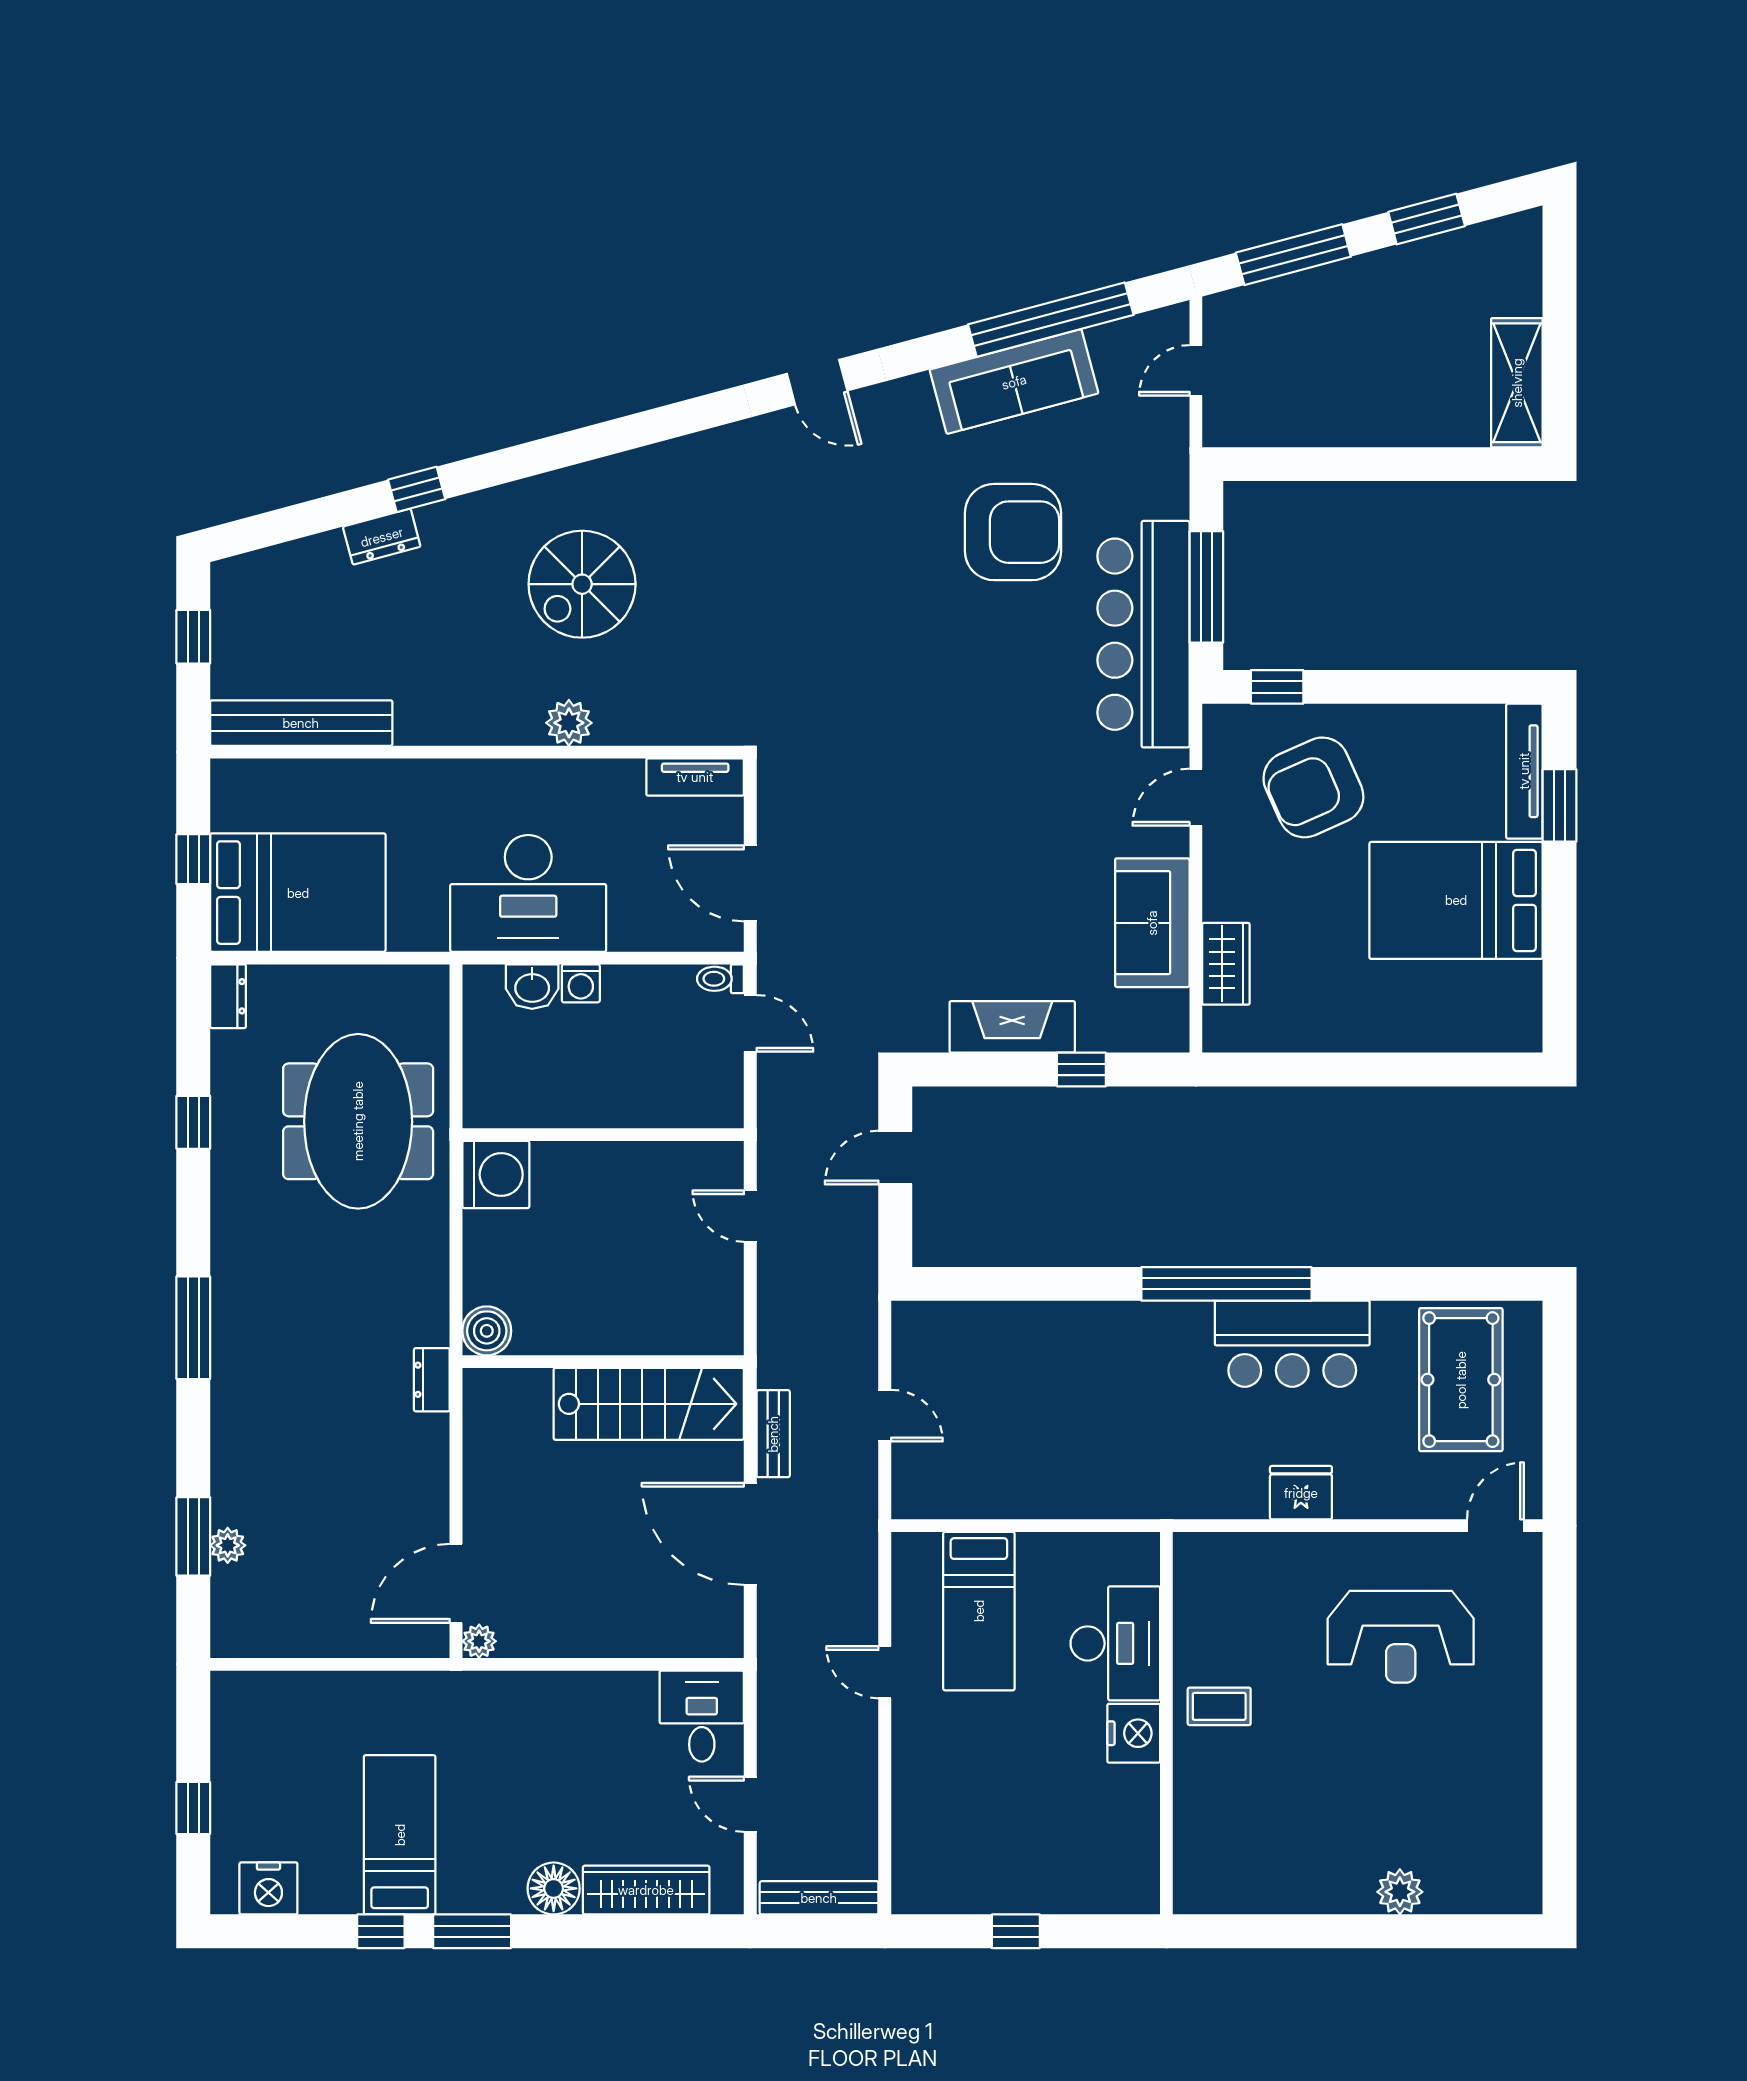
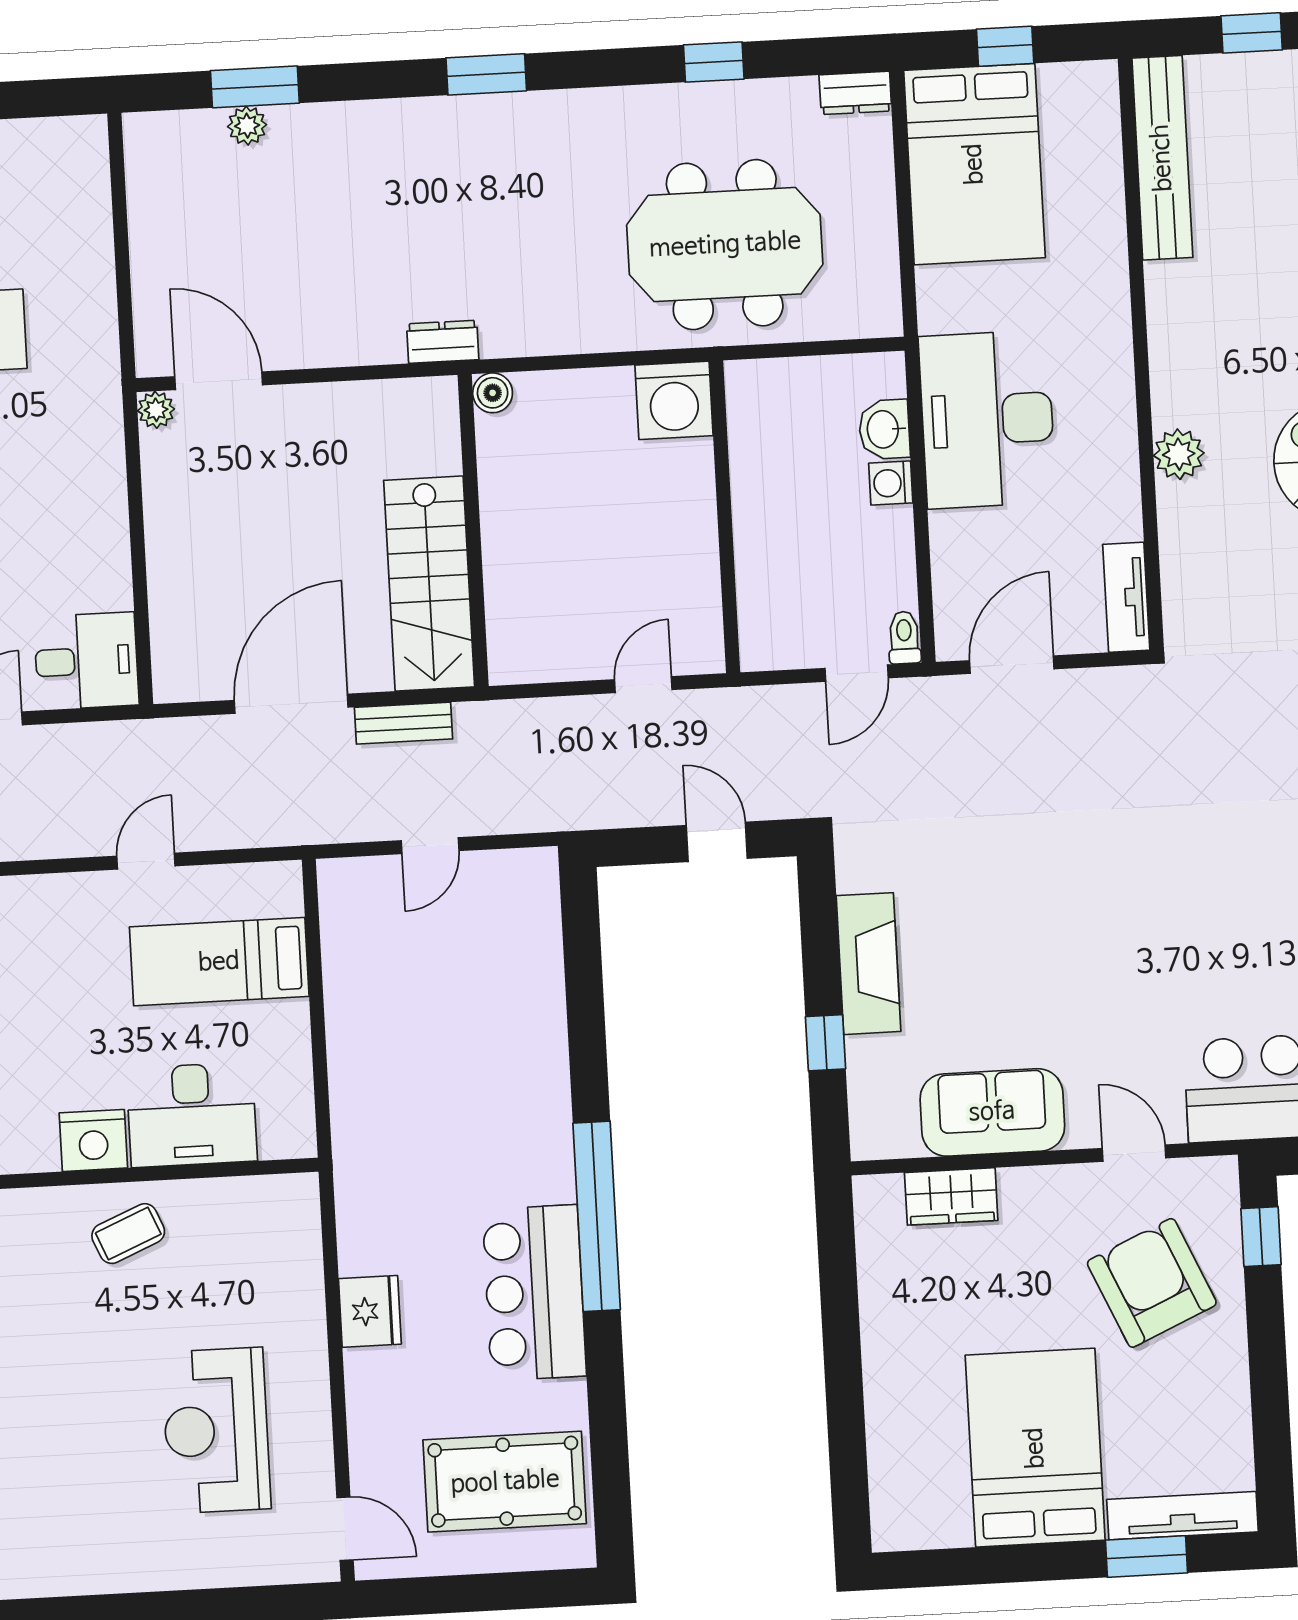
window: (193, 1328) -> (486, 74), width x0.69
boiler: (487, 1331) -> (493, 393), width x0.73, depth x0.73
coffee table: (1219, 1706) -> (128, 1234), turned 67

